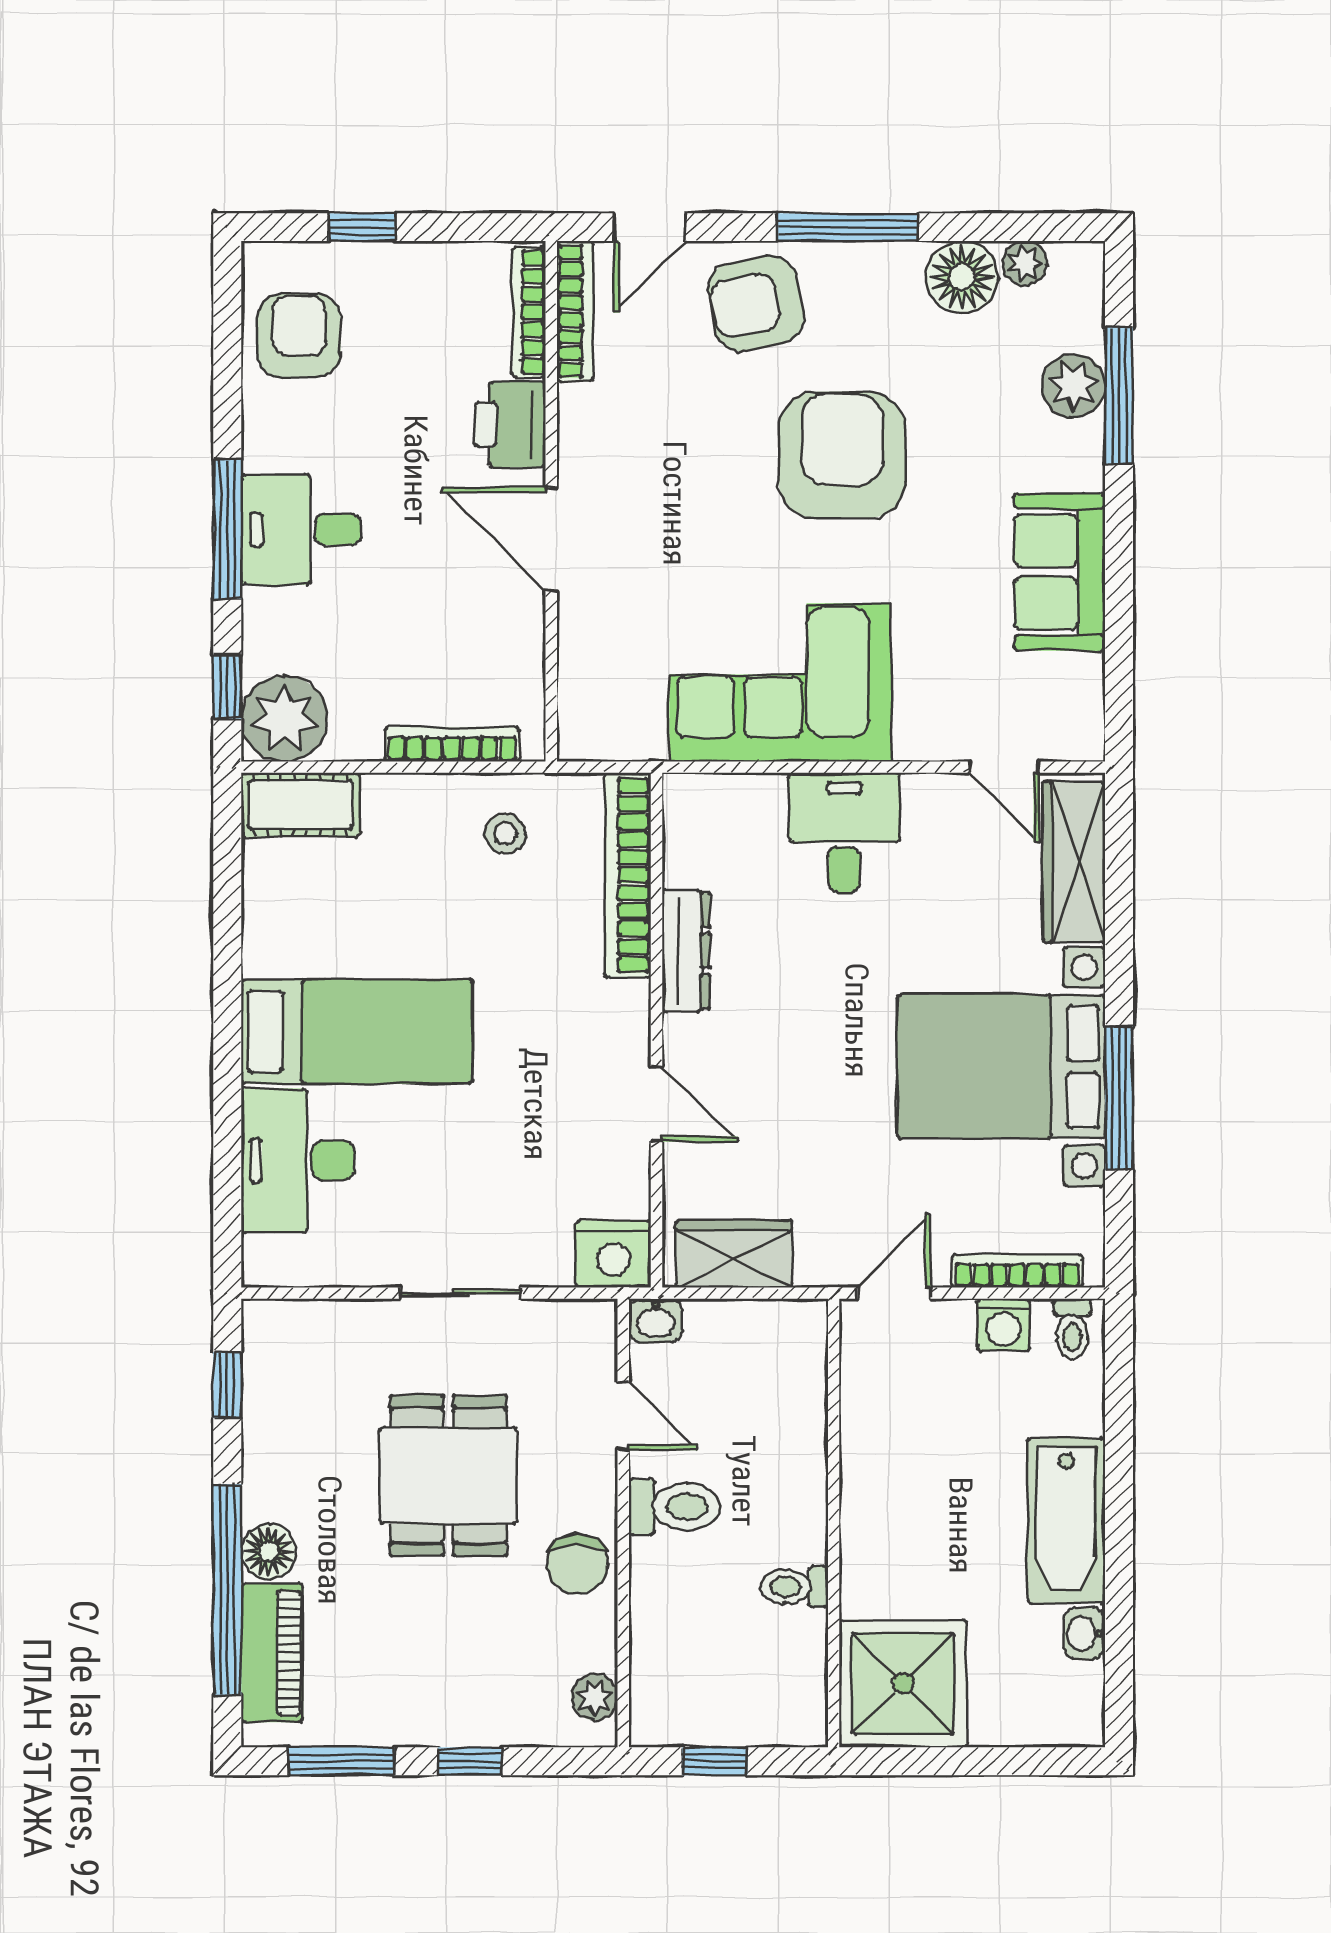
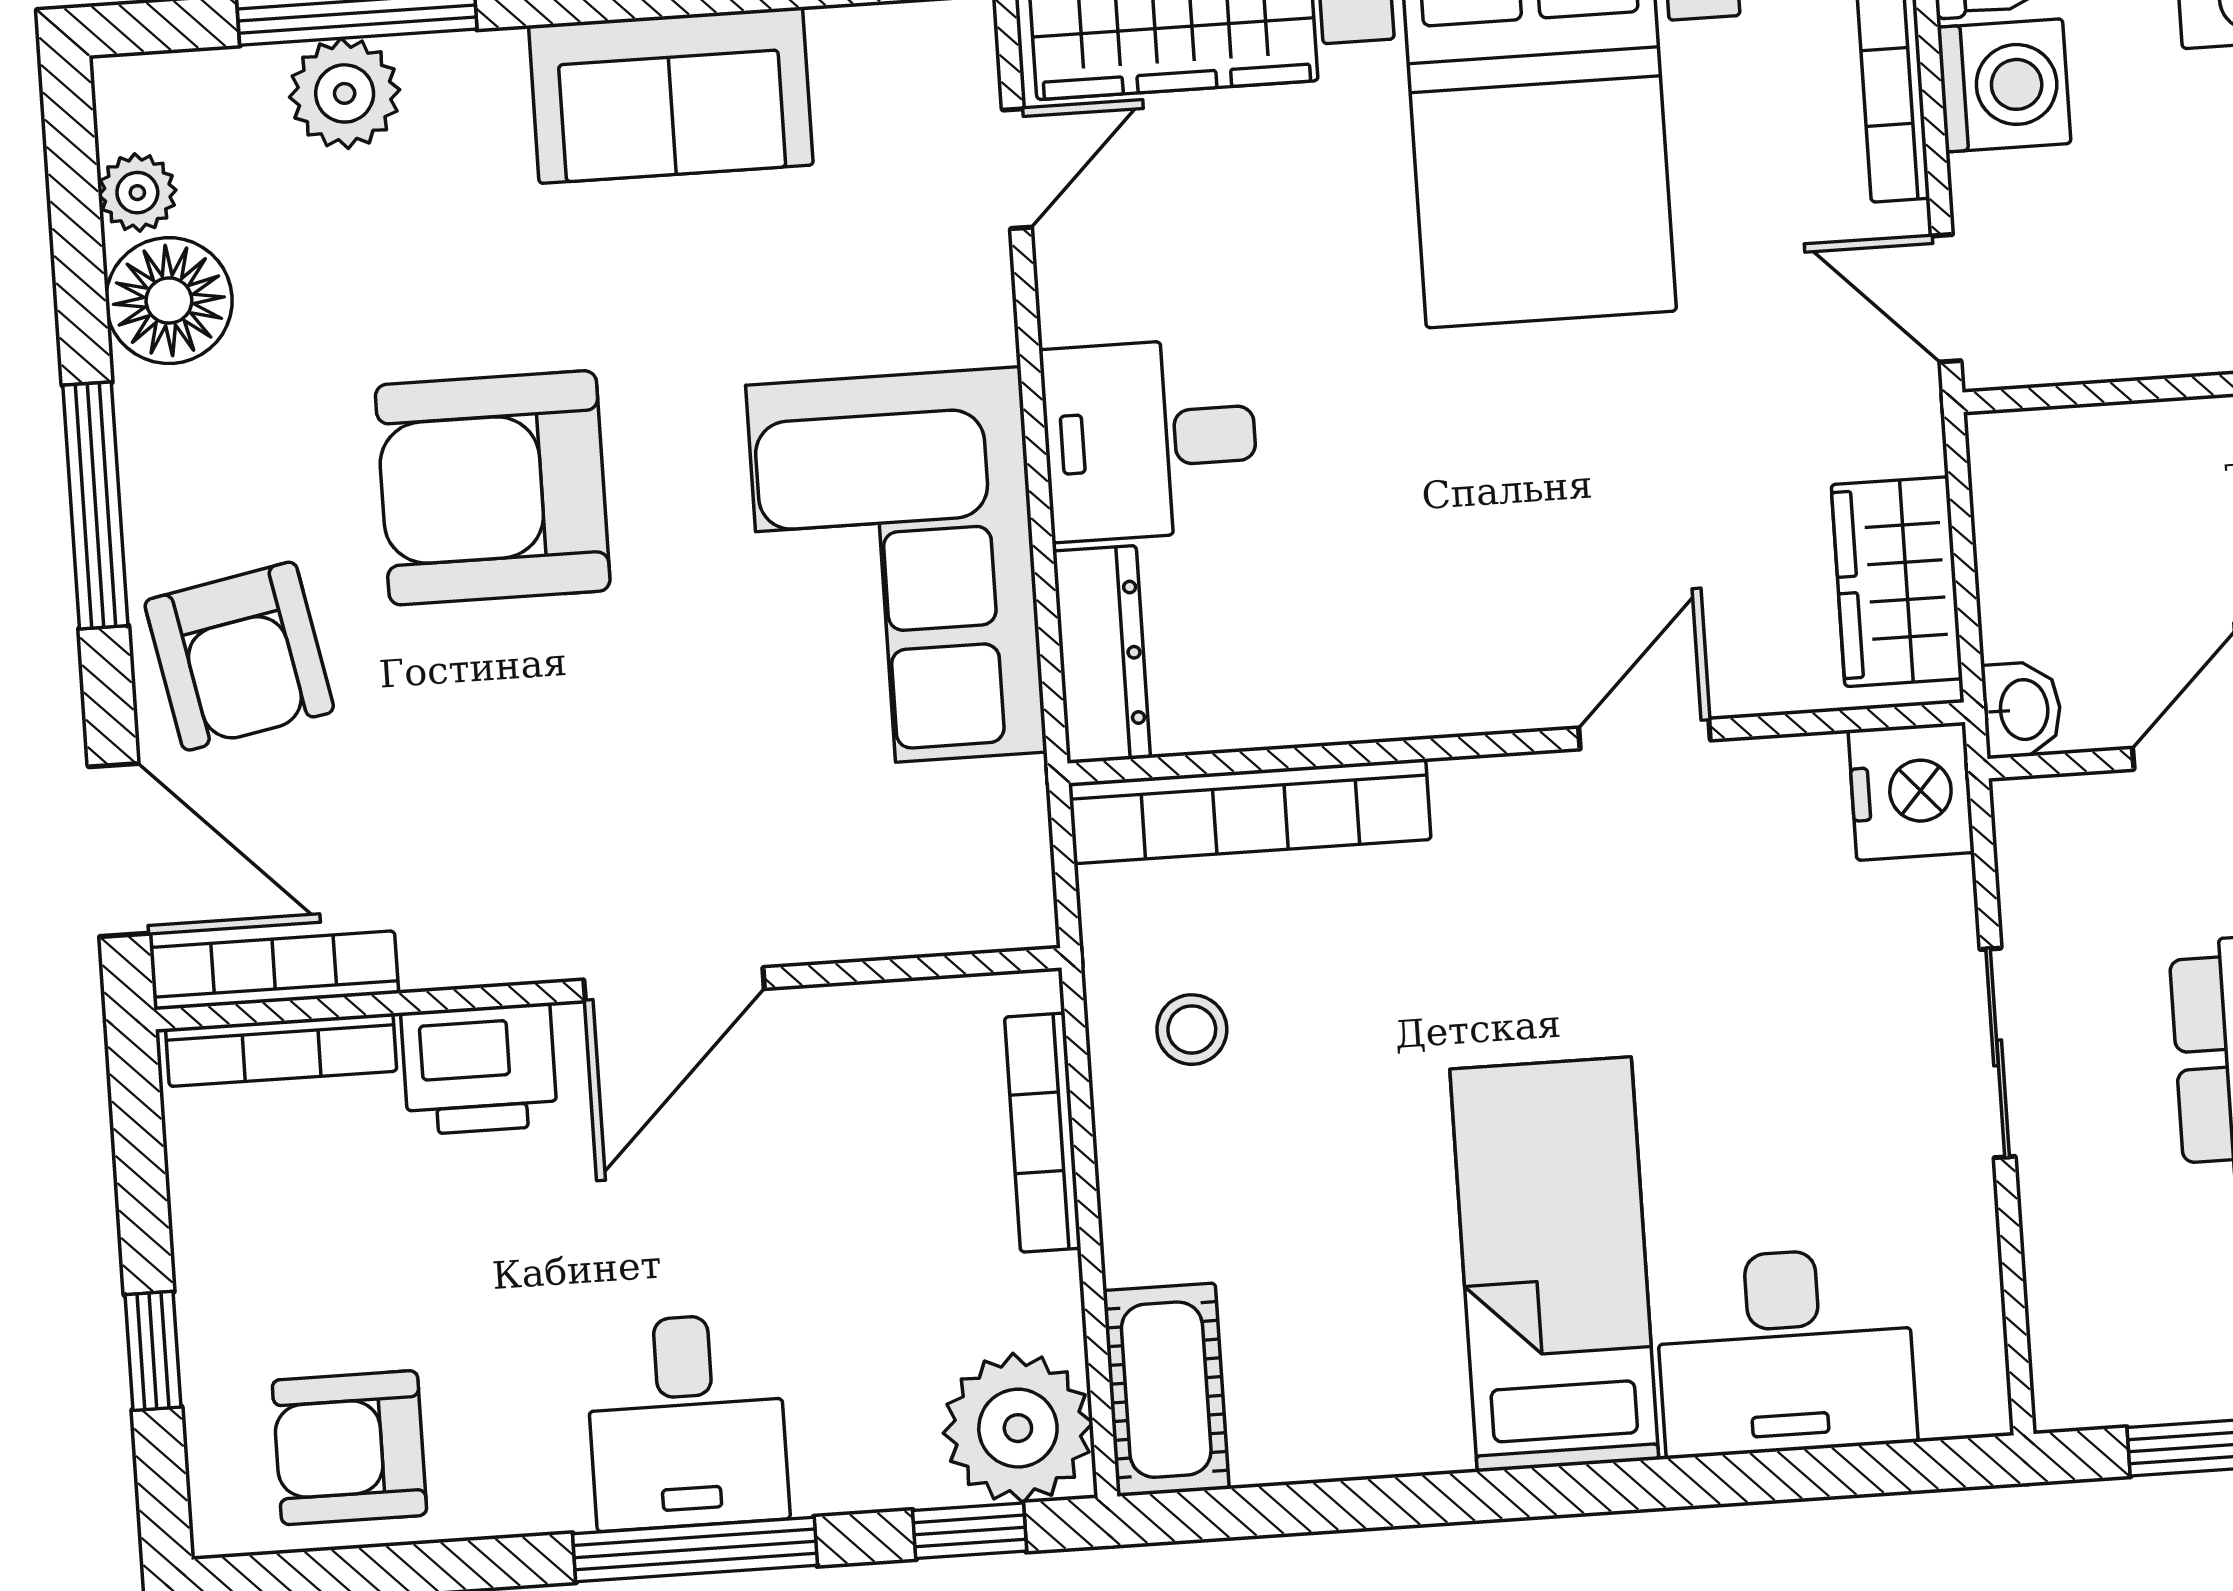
door: (650, 227) -> (119, 850), width x1.38
dresser: (686, 951) -> (1102, 654), moved, turned 90
washing machine: (1003, 1325) -> (2004, 85), width x1.38, depth x1.38

